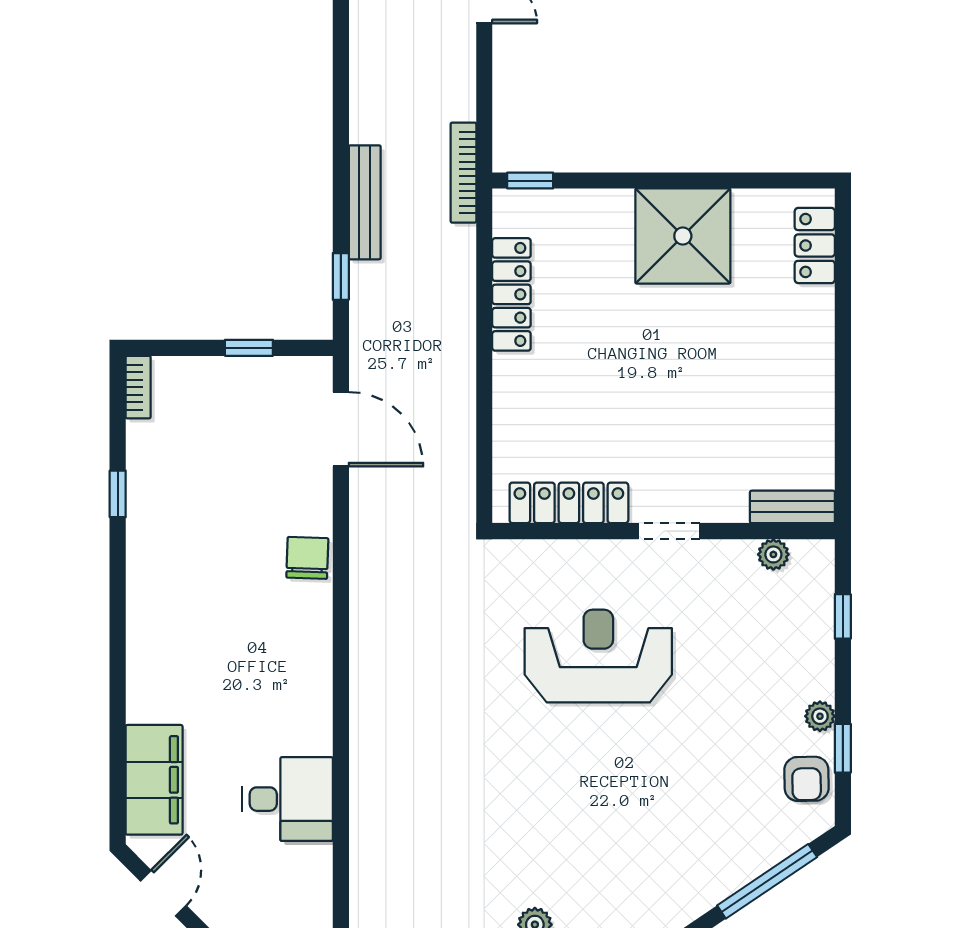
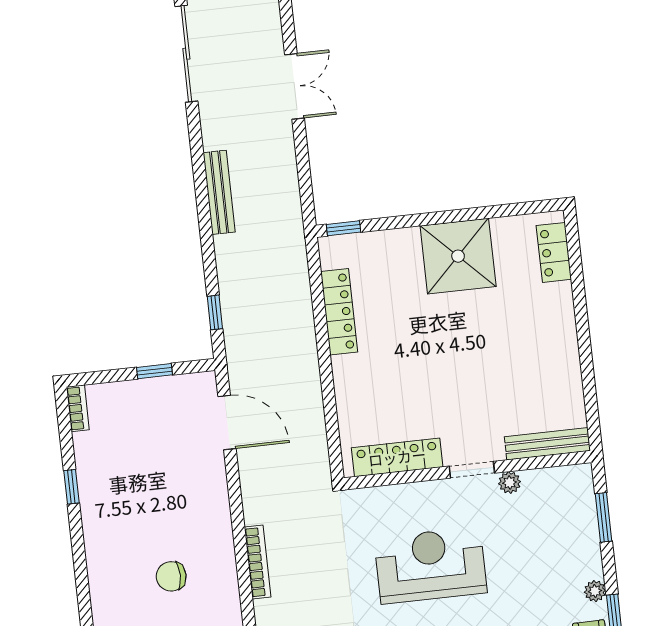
bookcase: (463, 173) -> (258, 562), moved, turned 180
bench: (365, 202) -> (219, 192), moved
bench: (792, 507) -> (547, 444), width x1.36
plant: (773, 554) -> (510, 483), moved
chair: (307, 558) -> (171, 576), moved, turned -92
window: (843, 616) -> (603, 517), width x1.50

